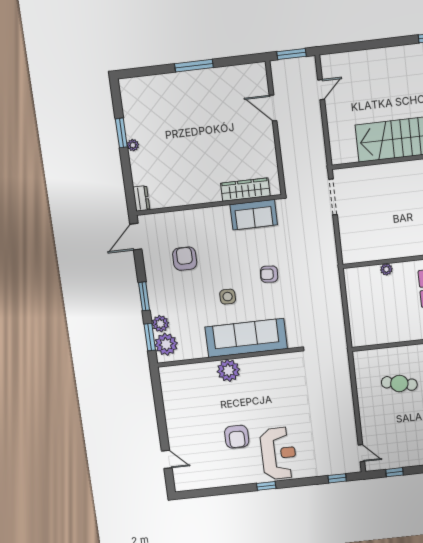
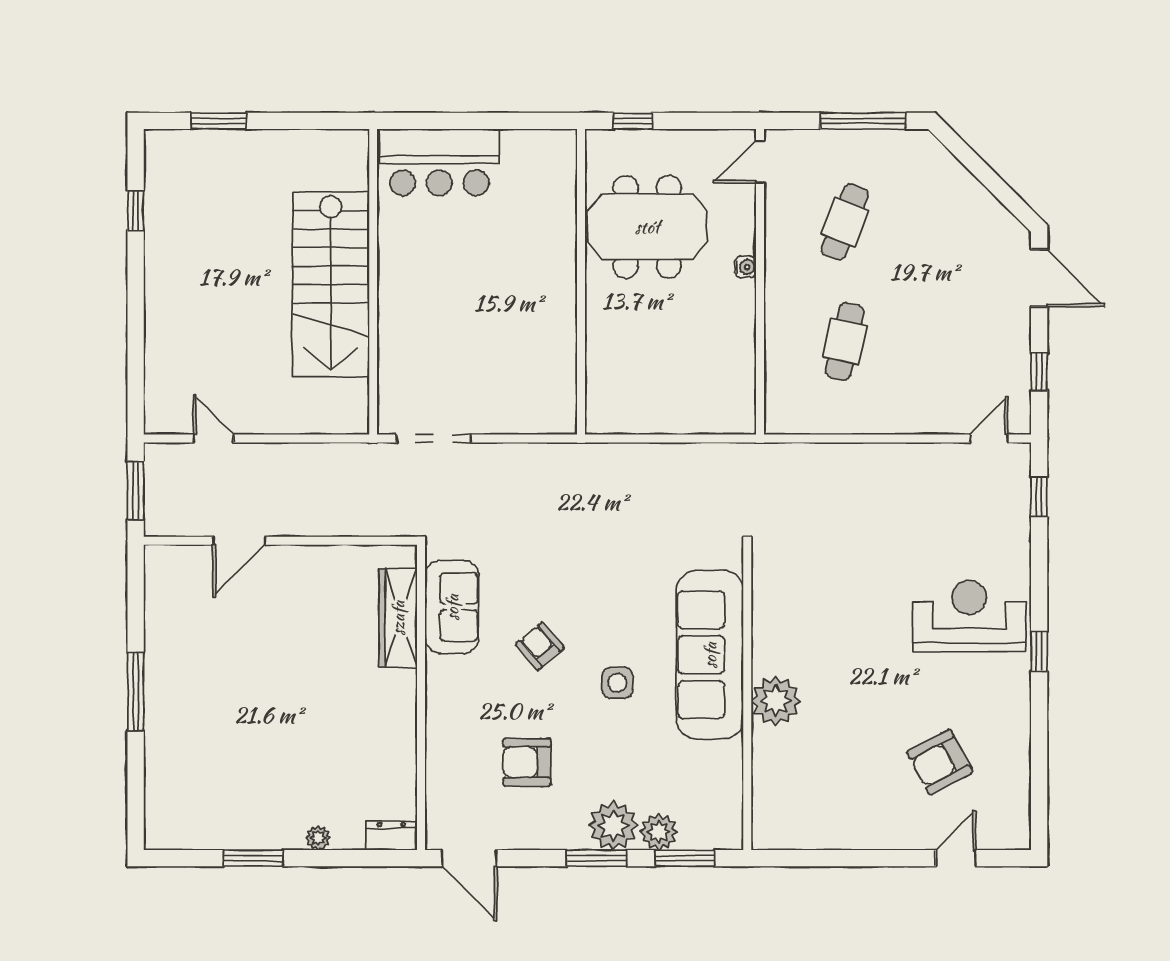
plant: (133, 145) -> (318, 838), moved
plant: (386, 269) -> (598, 344), removed
armchair: (269, 274) -> (540, 646), moved, turned 136
plant: (166, 344) -> (613, 826), moved
armchair: (237, 437) -> (940, 762), moved, turned 152

